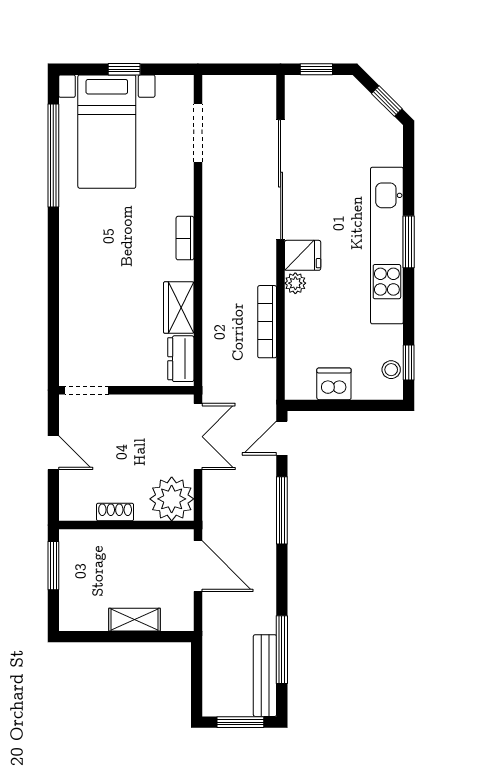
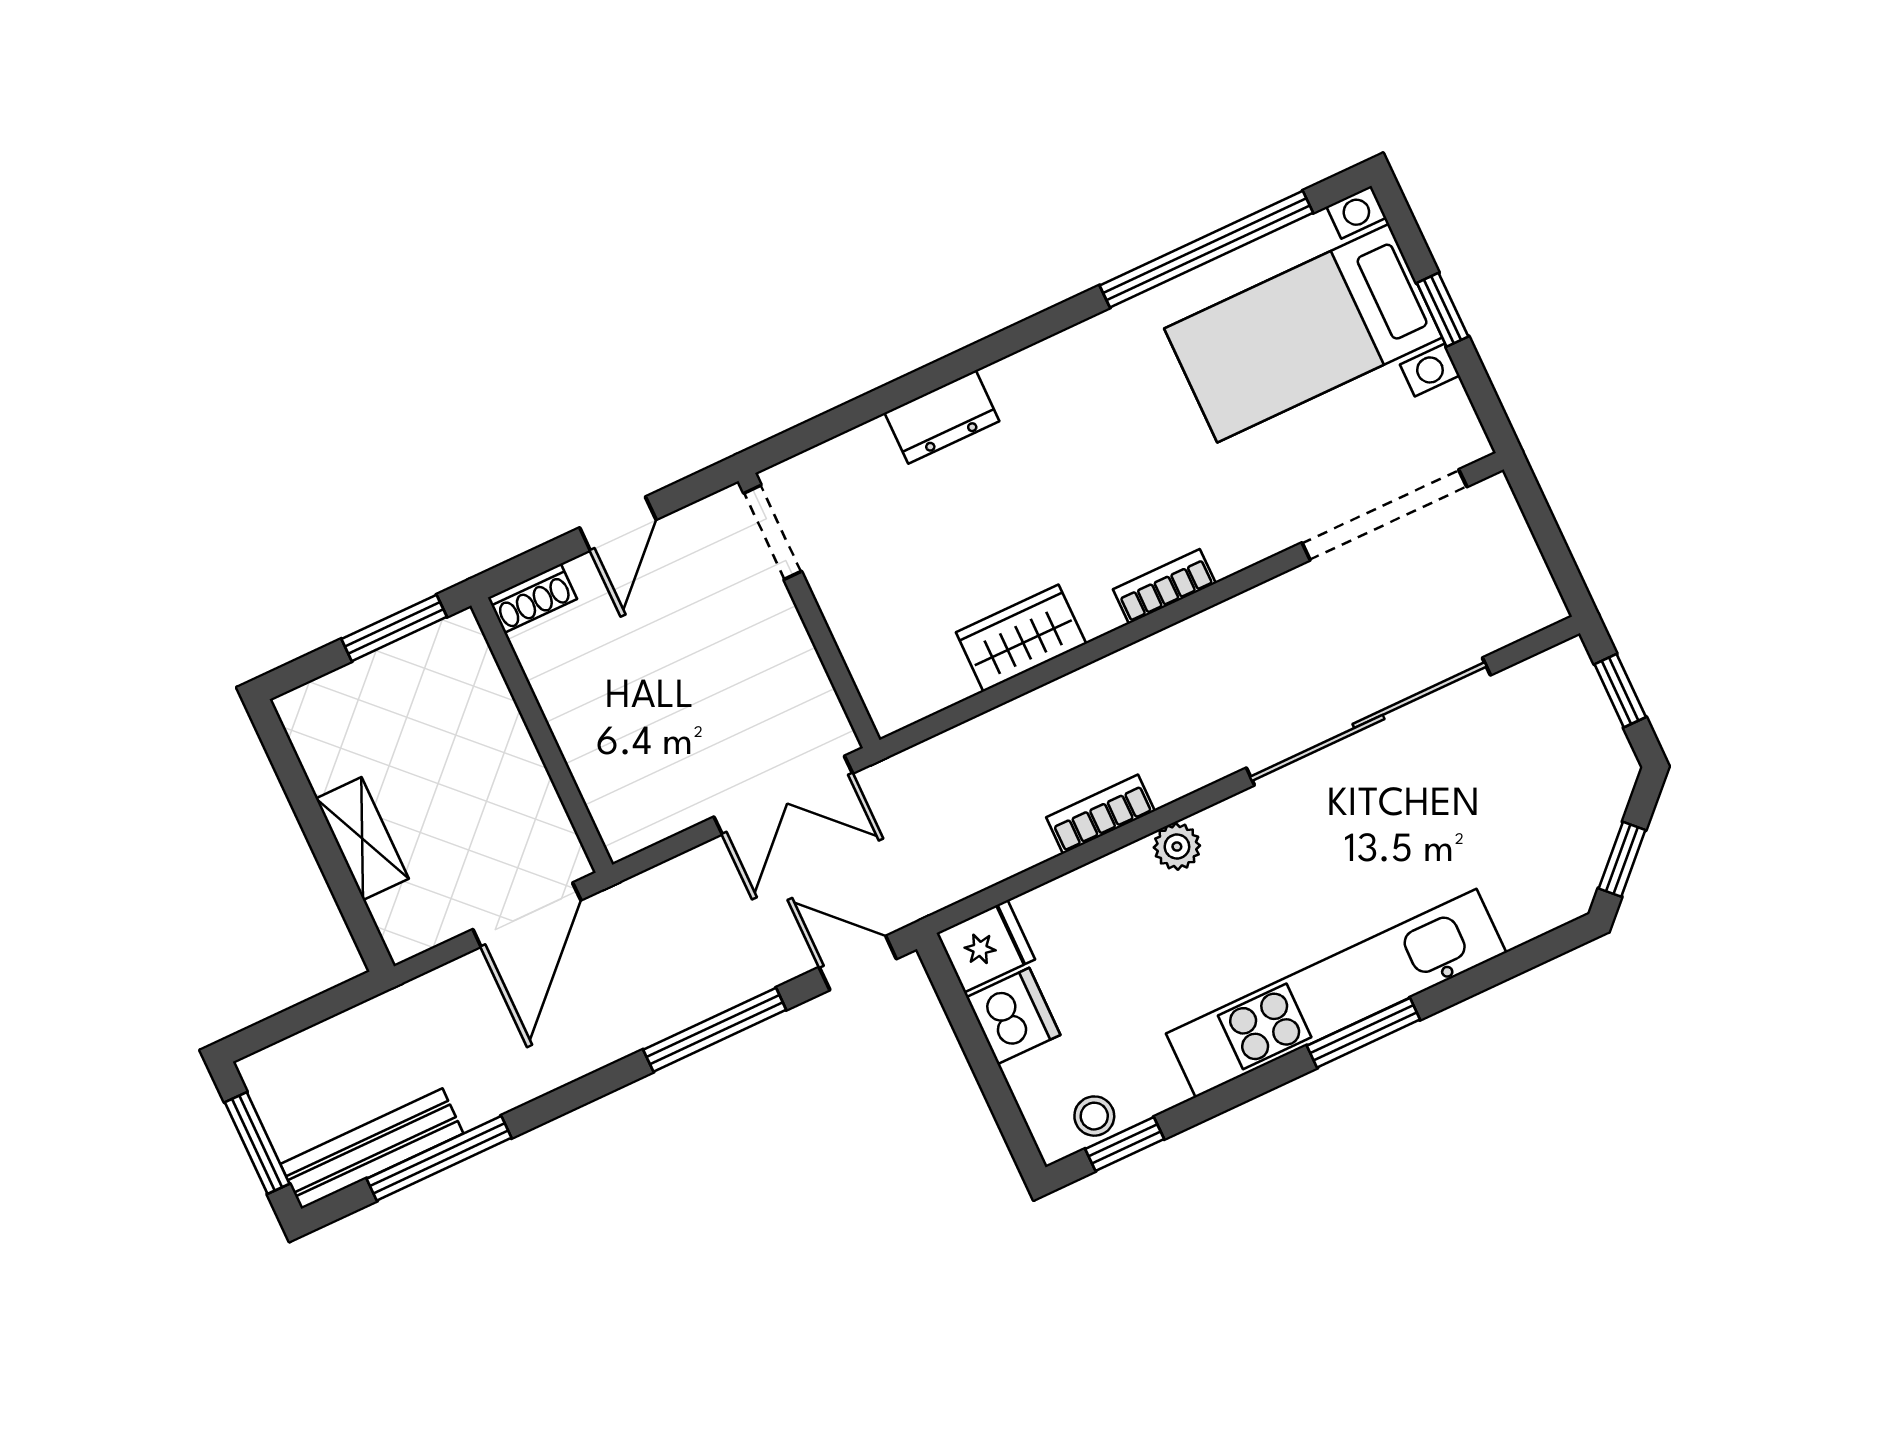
doorway: (198, 133) -> (1384, 515), width x1.36
fridge: (303, 255) -> (986, 946), moved, turned -90
bookcase: (267, 322) -> (1101, 814), width x0.64
dresser: (181, 359) -> (942, 417), moved, turned 180
plant: (172, 499) -> (636, 801), removed
shoe rack: (115, 512) -> (532, 598), moved, turned 90

